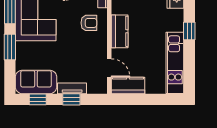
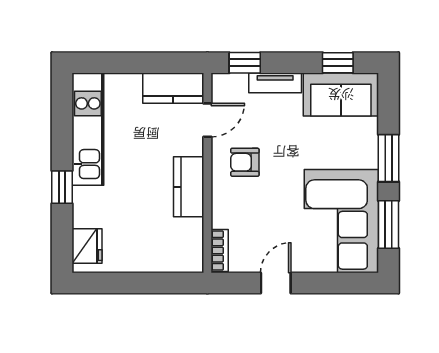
armchair: (89, 23) -> (245, 162), moved
door: (109, 68) -> (207, 120), swing flipped
window: (71, 99) -> (245, 63), moved

